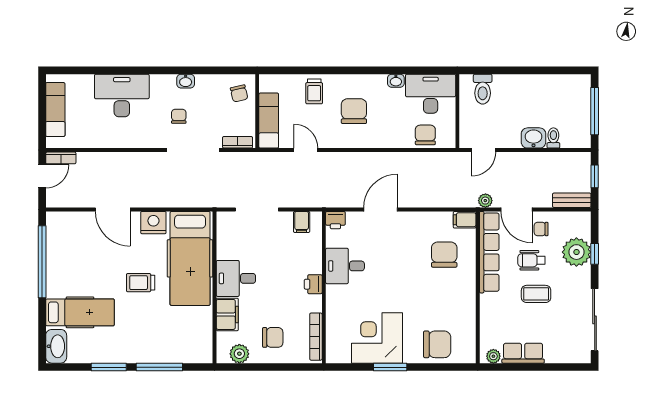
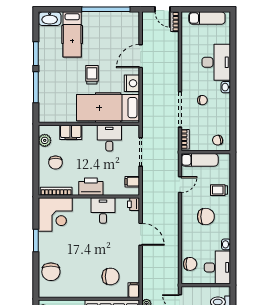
washbasin: (186, 81) -> (226, 87), moved
desk: (236, 278) -> (109, 138), moved
printer: (313, 284) -> (91, 187), width x1.87, depth x1.48
corner desk: (377, 338) -> (55, 215), moved, turned 90

